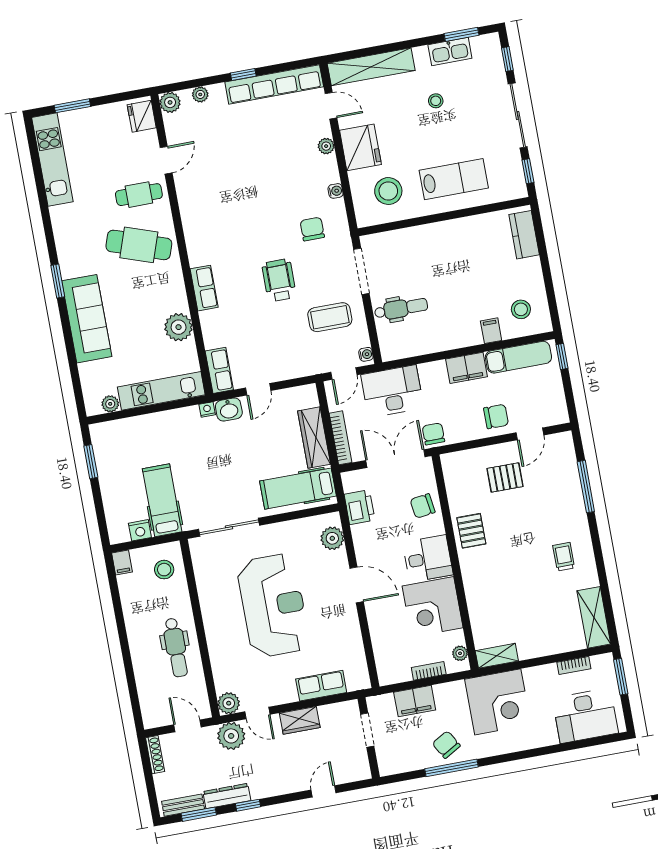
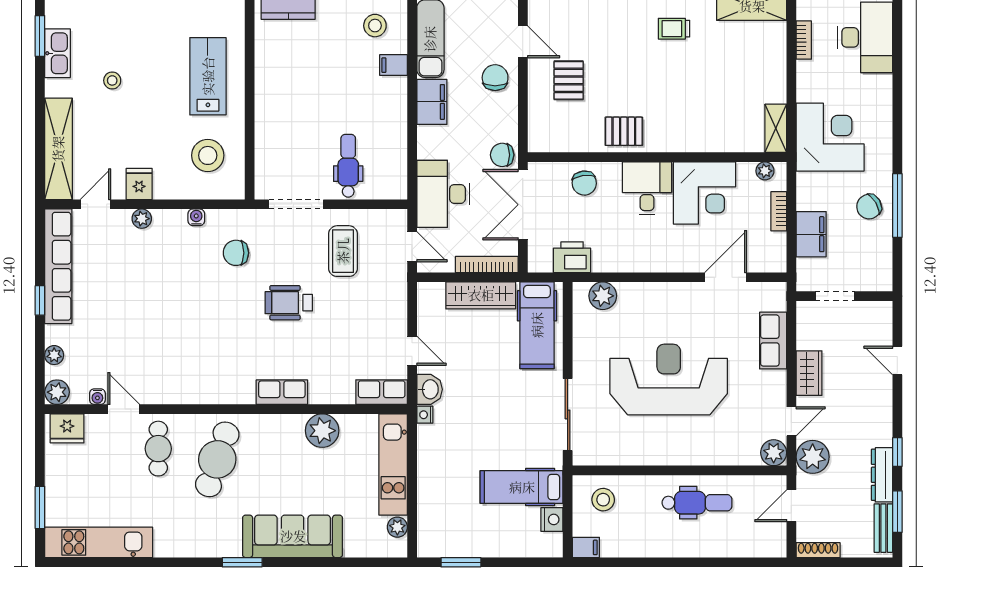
fridge: (360, 147) -> (139, 184), width x0.53, depth x0.75
water cooler: (366, 354) -> (97, 397), moved, turned 180
door: (357, 585) -> (726, 277), moved

